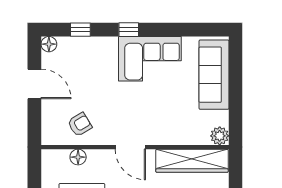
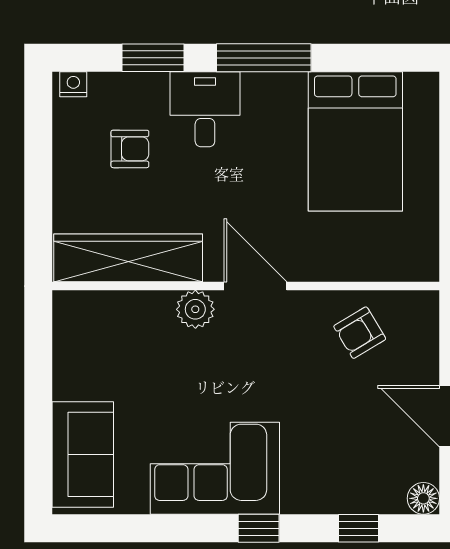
sofa: (214, 75) -> (83, 454), width x0.73
plant: (220, 136) -> (195, 309), moved
floor lamp: (78, 157) -> (363, 265), removed

